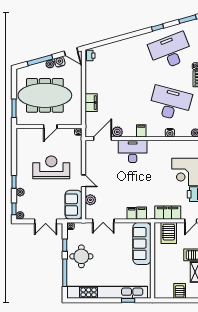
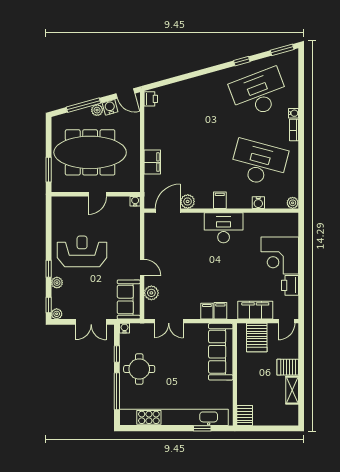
desk: (133, 151) -> (224, 228), moved
reception desk: (51, 167) -> (82, 251), moved
server rack: (180, 291) -> (245, 415), moved

